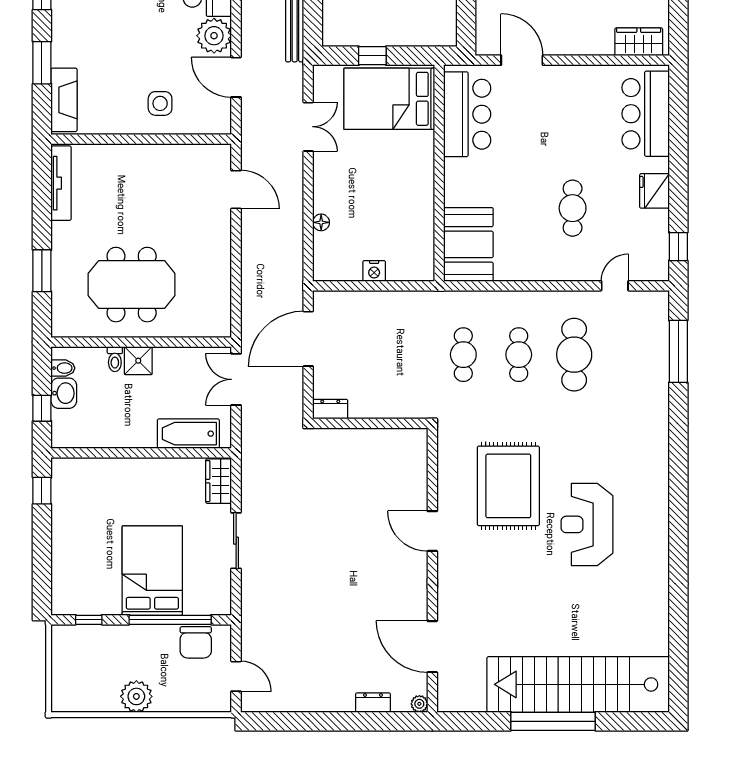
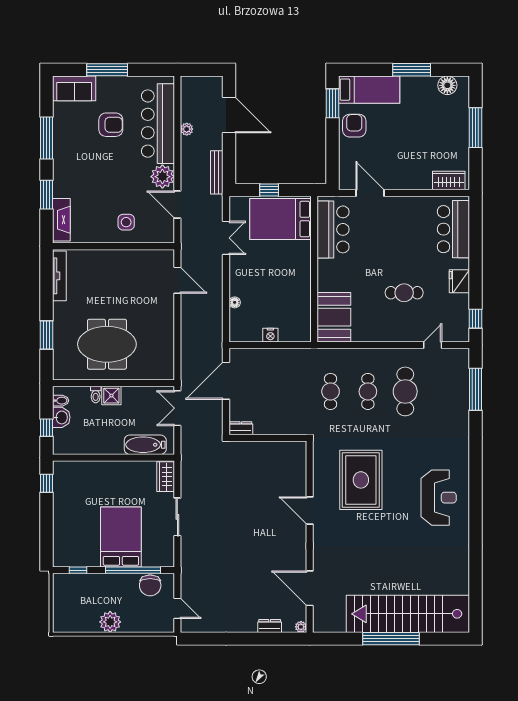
cafe table: (573, 208) -> (404, 293), turned 90
reception desk: (587, 524) -> (439, 498), moved, turned 180

